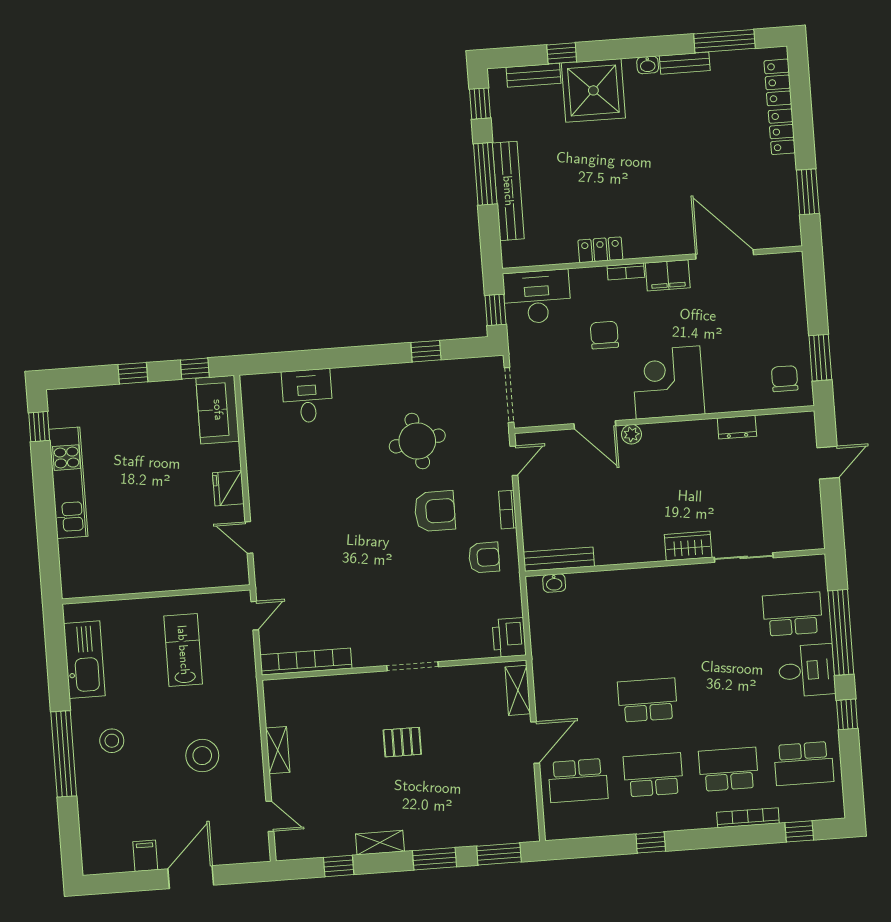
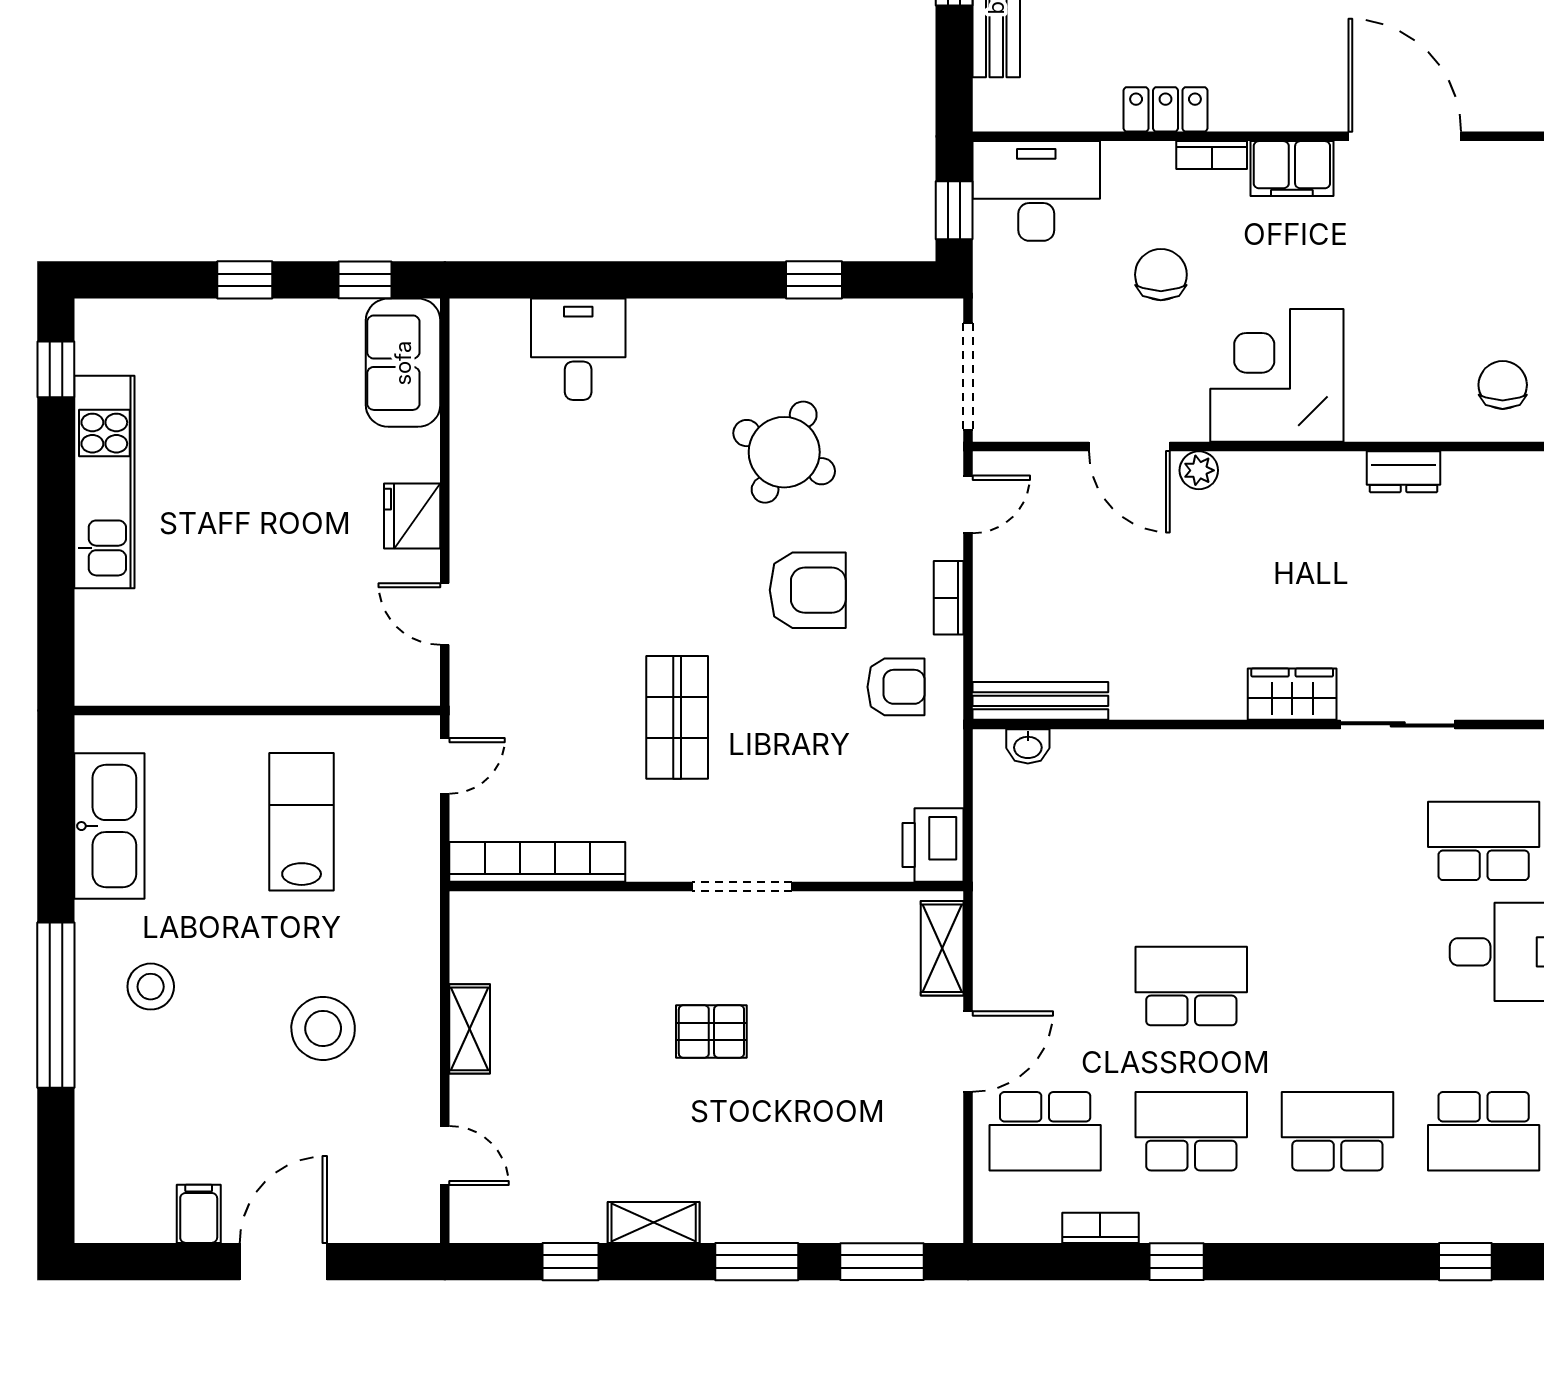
round table: (417, 441) -> (784, 452), turned 37
shop shelf: (372, 582) -> (677, 717), added
bookcase: (748, 818) -> (1100, 1228), moved, width x0.64

